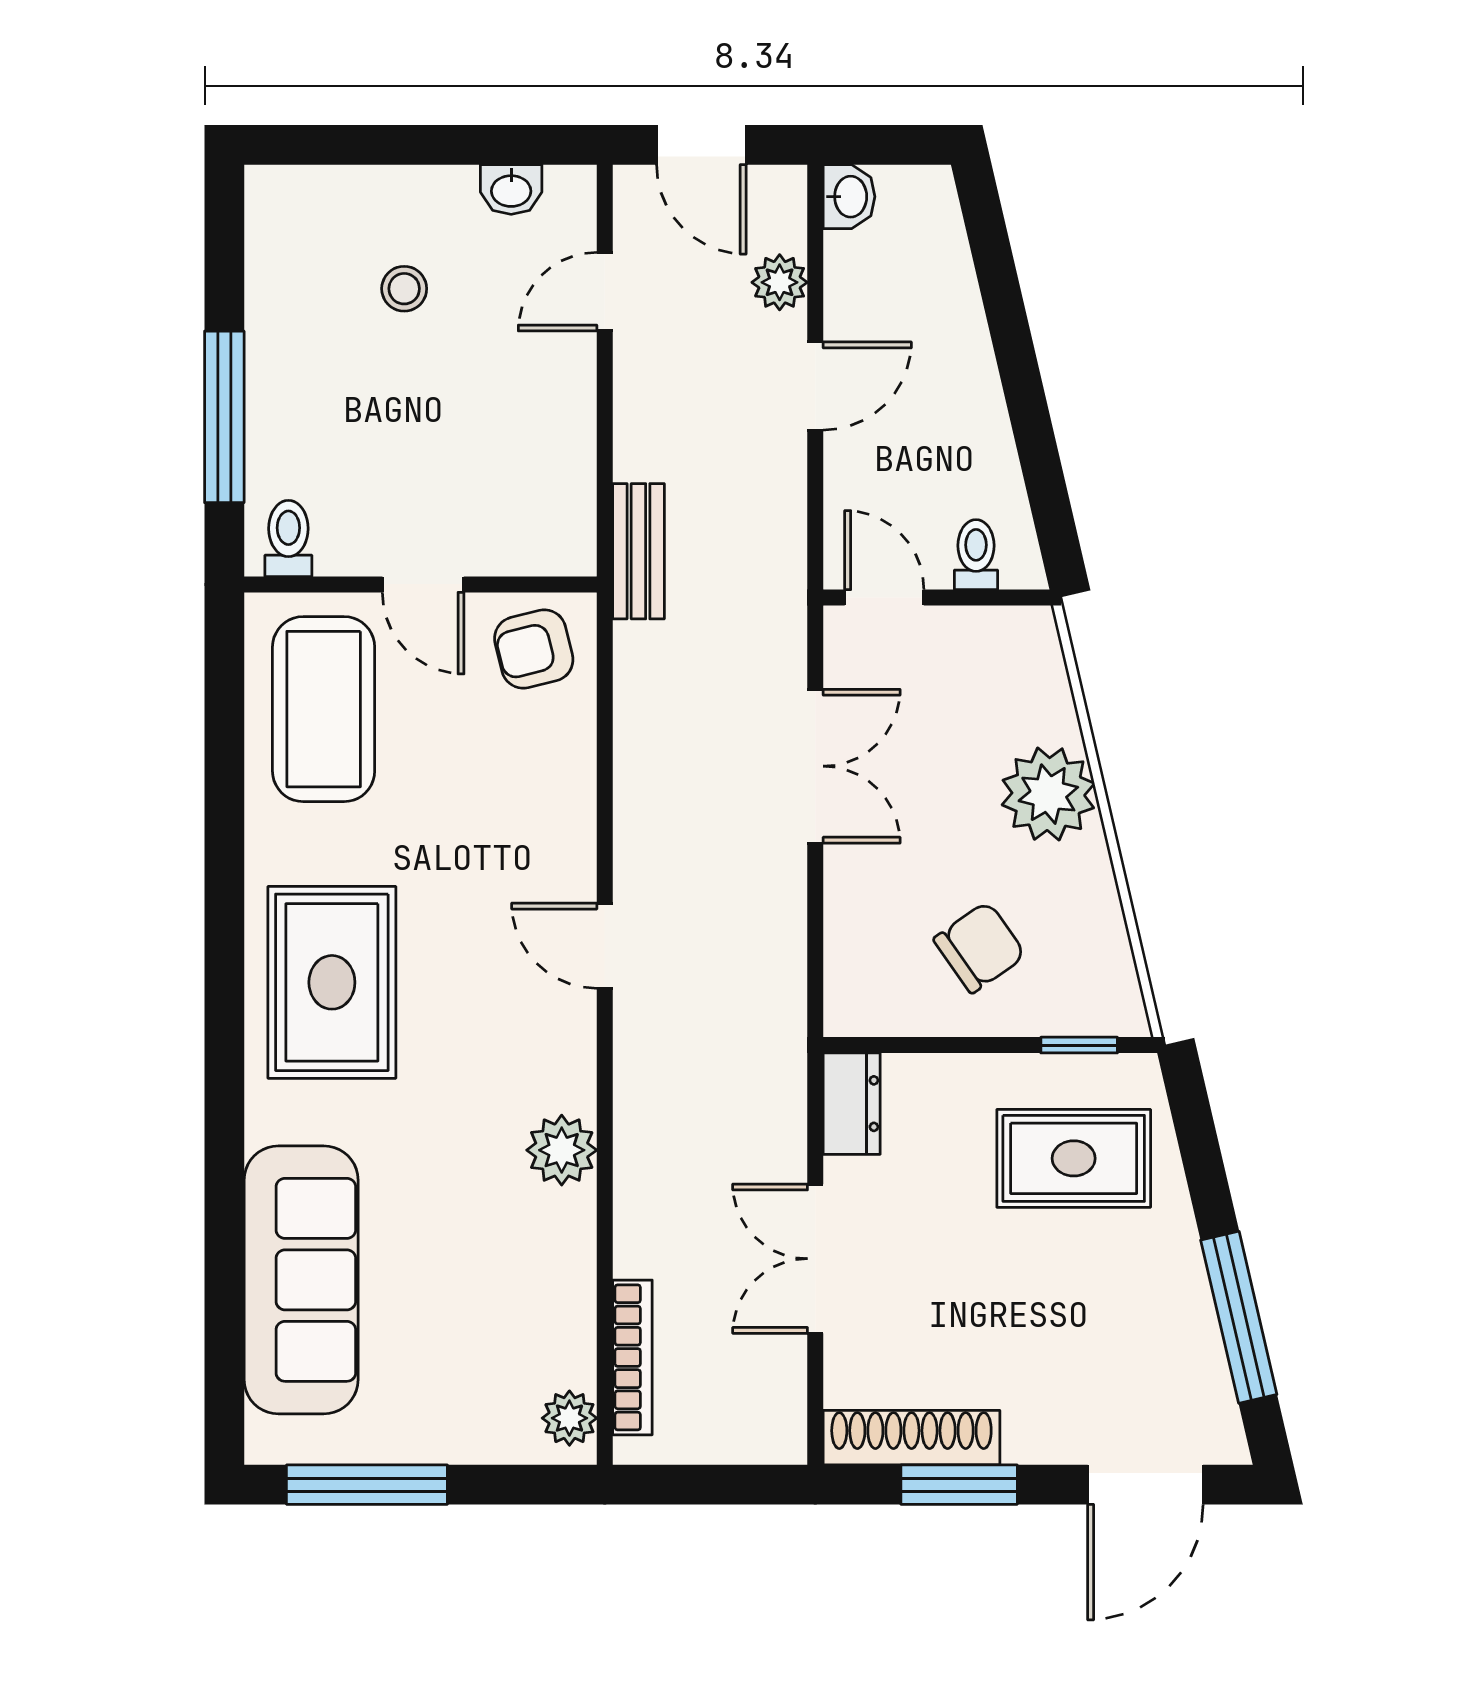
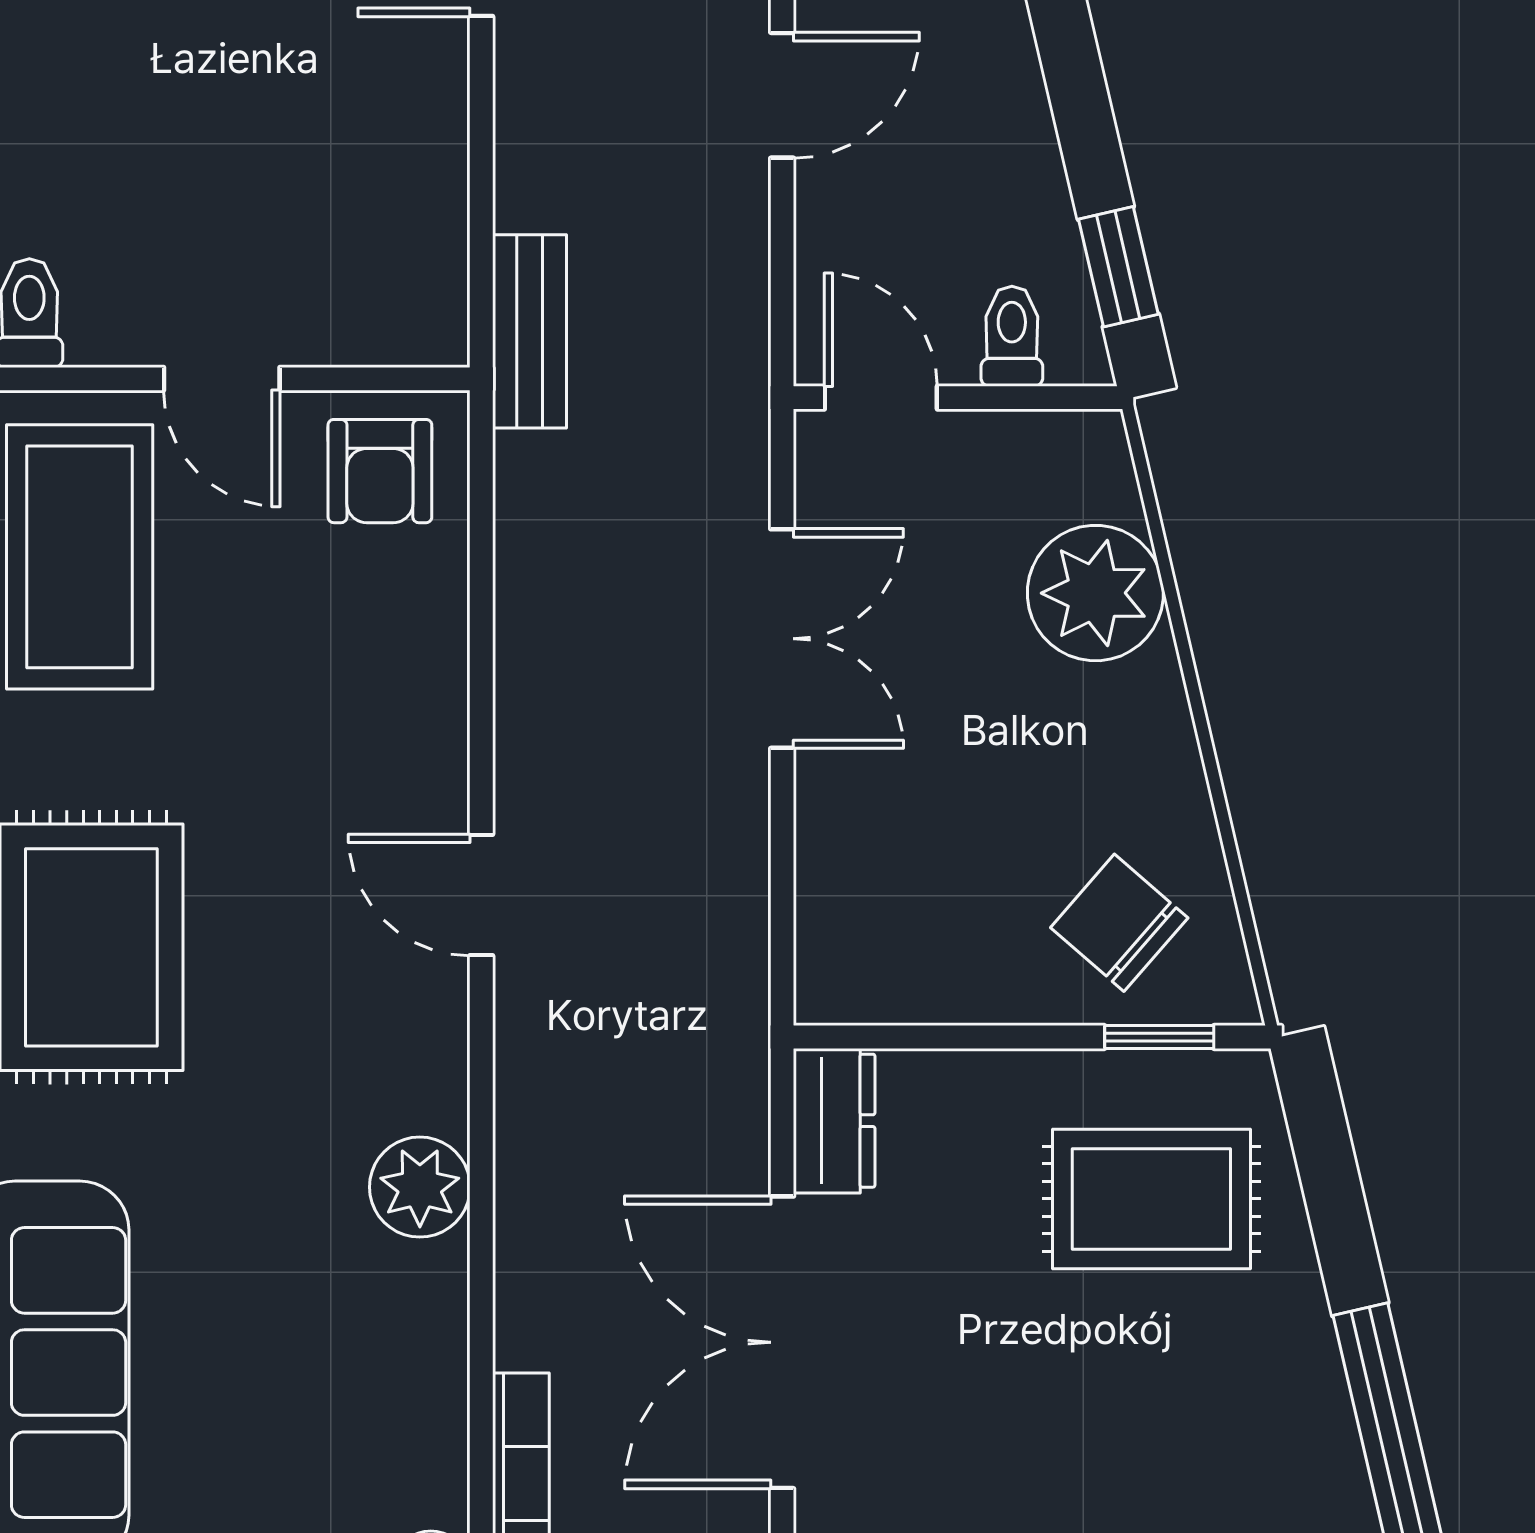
window: (1051, 506) -> (1118, 267), added
armchair: (534, 649) -> (380, 471), turned -76
plant: (1048, 794) -> (1095, 593), moved
chair: (980, 947) -> (1119, 923), moved, turned -104
double door: (815, 1259) -> (782, 1342), width x1.37

